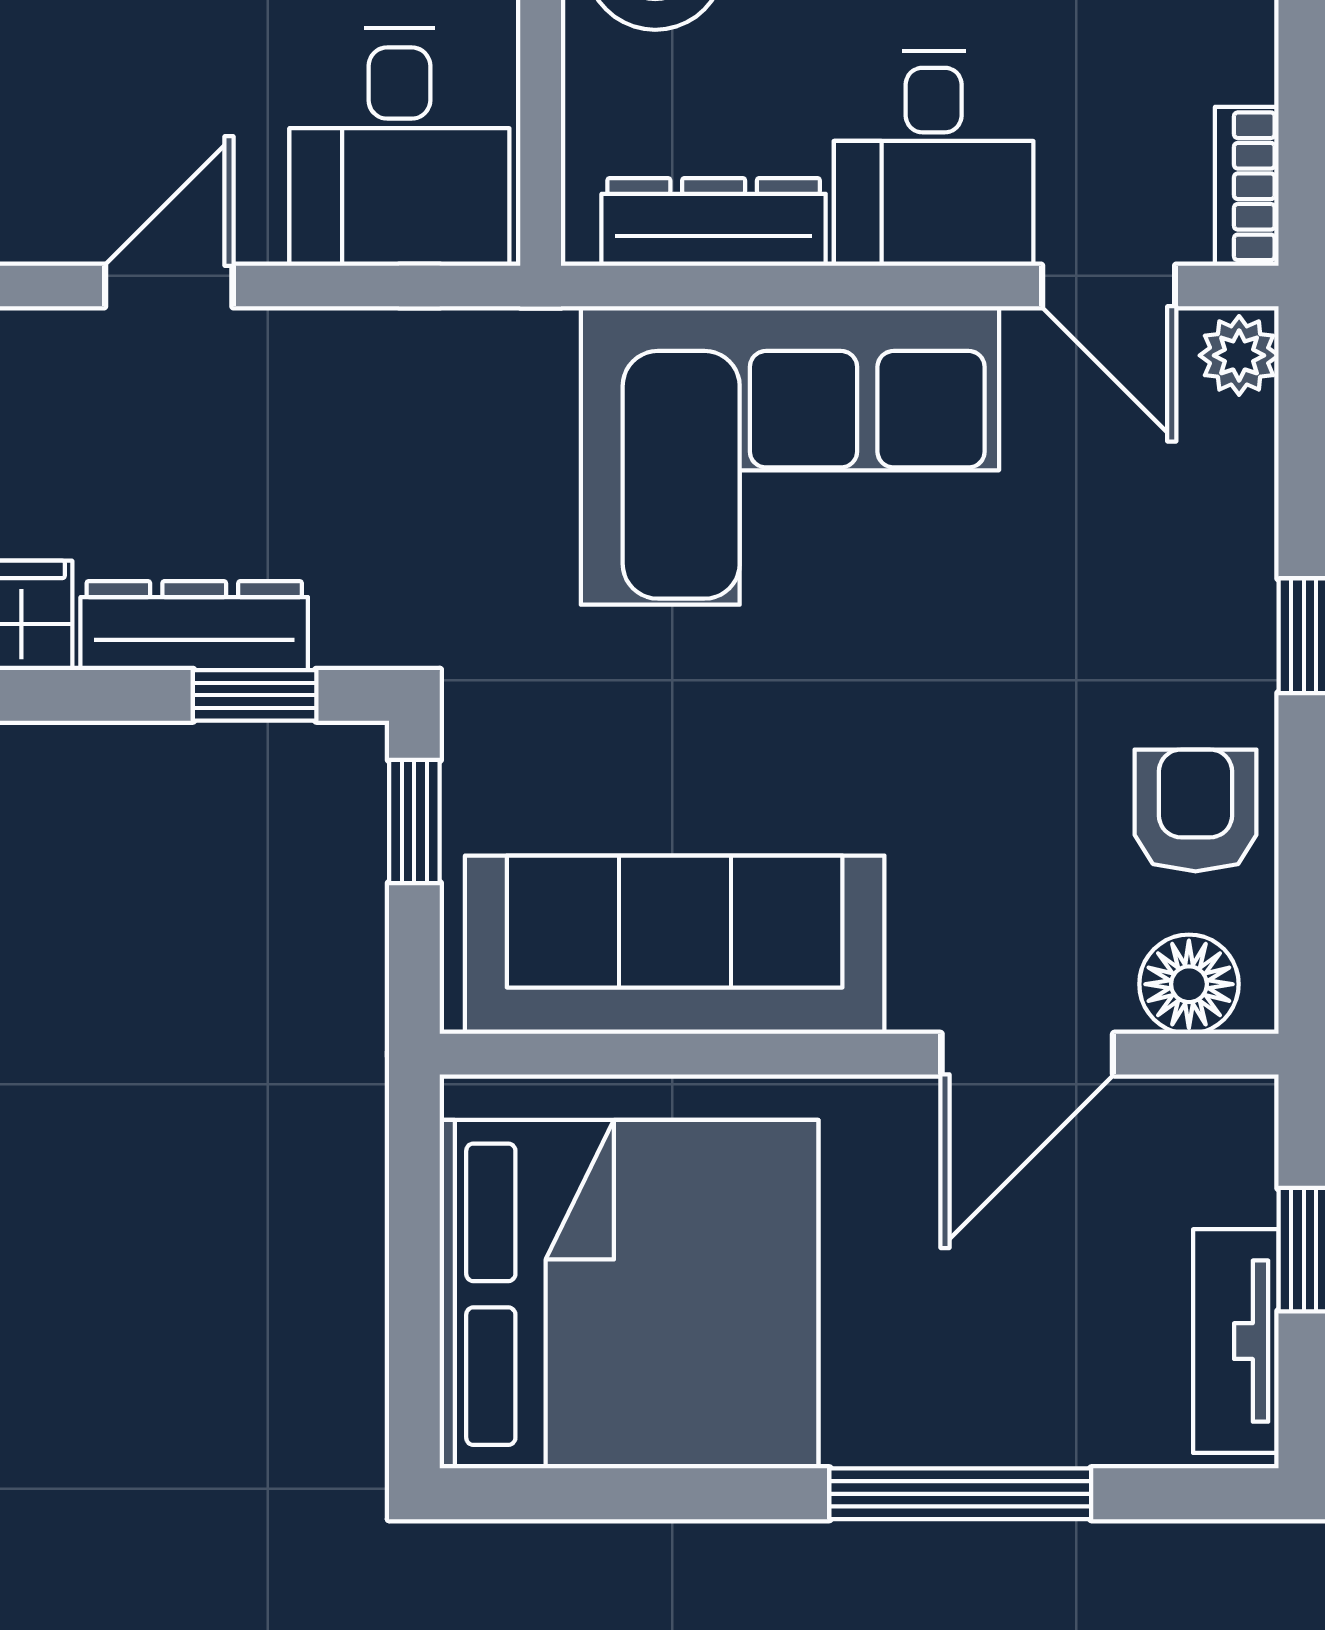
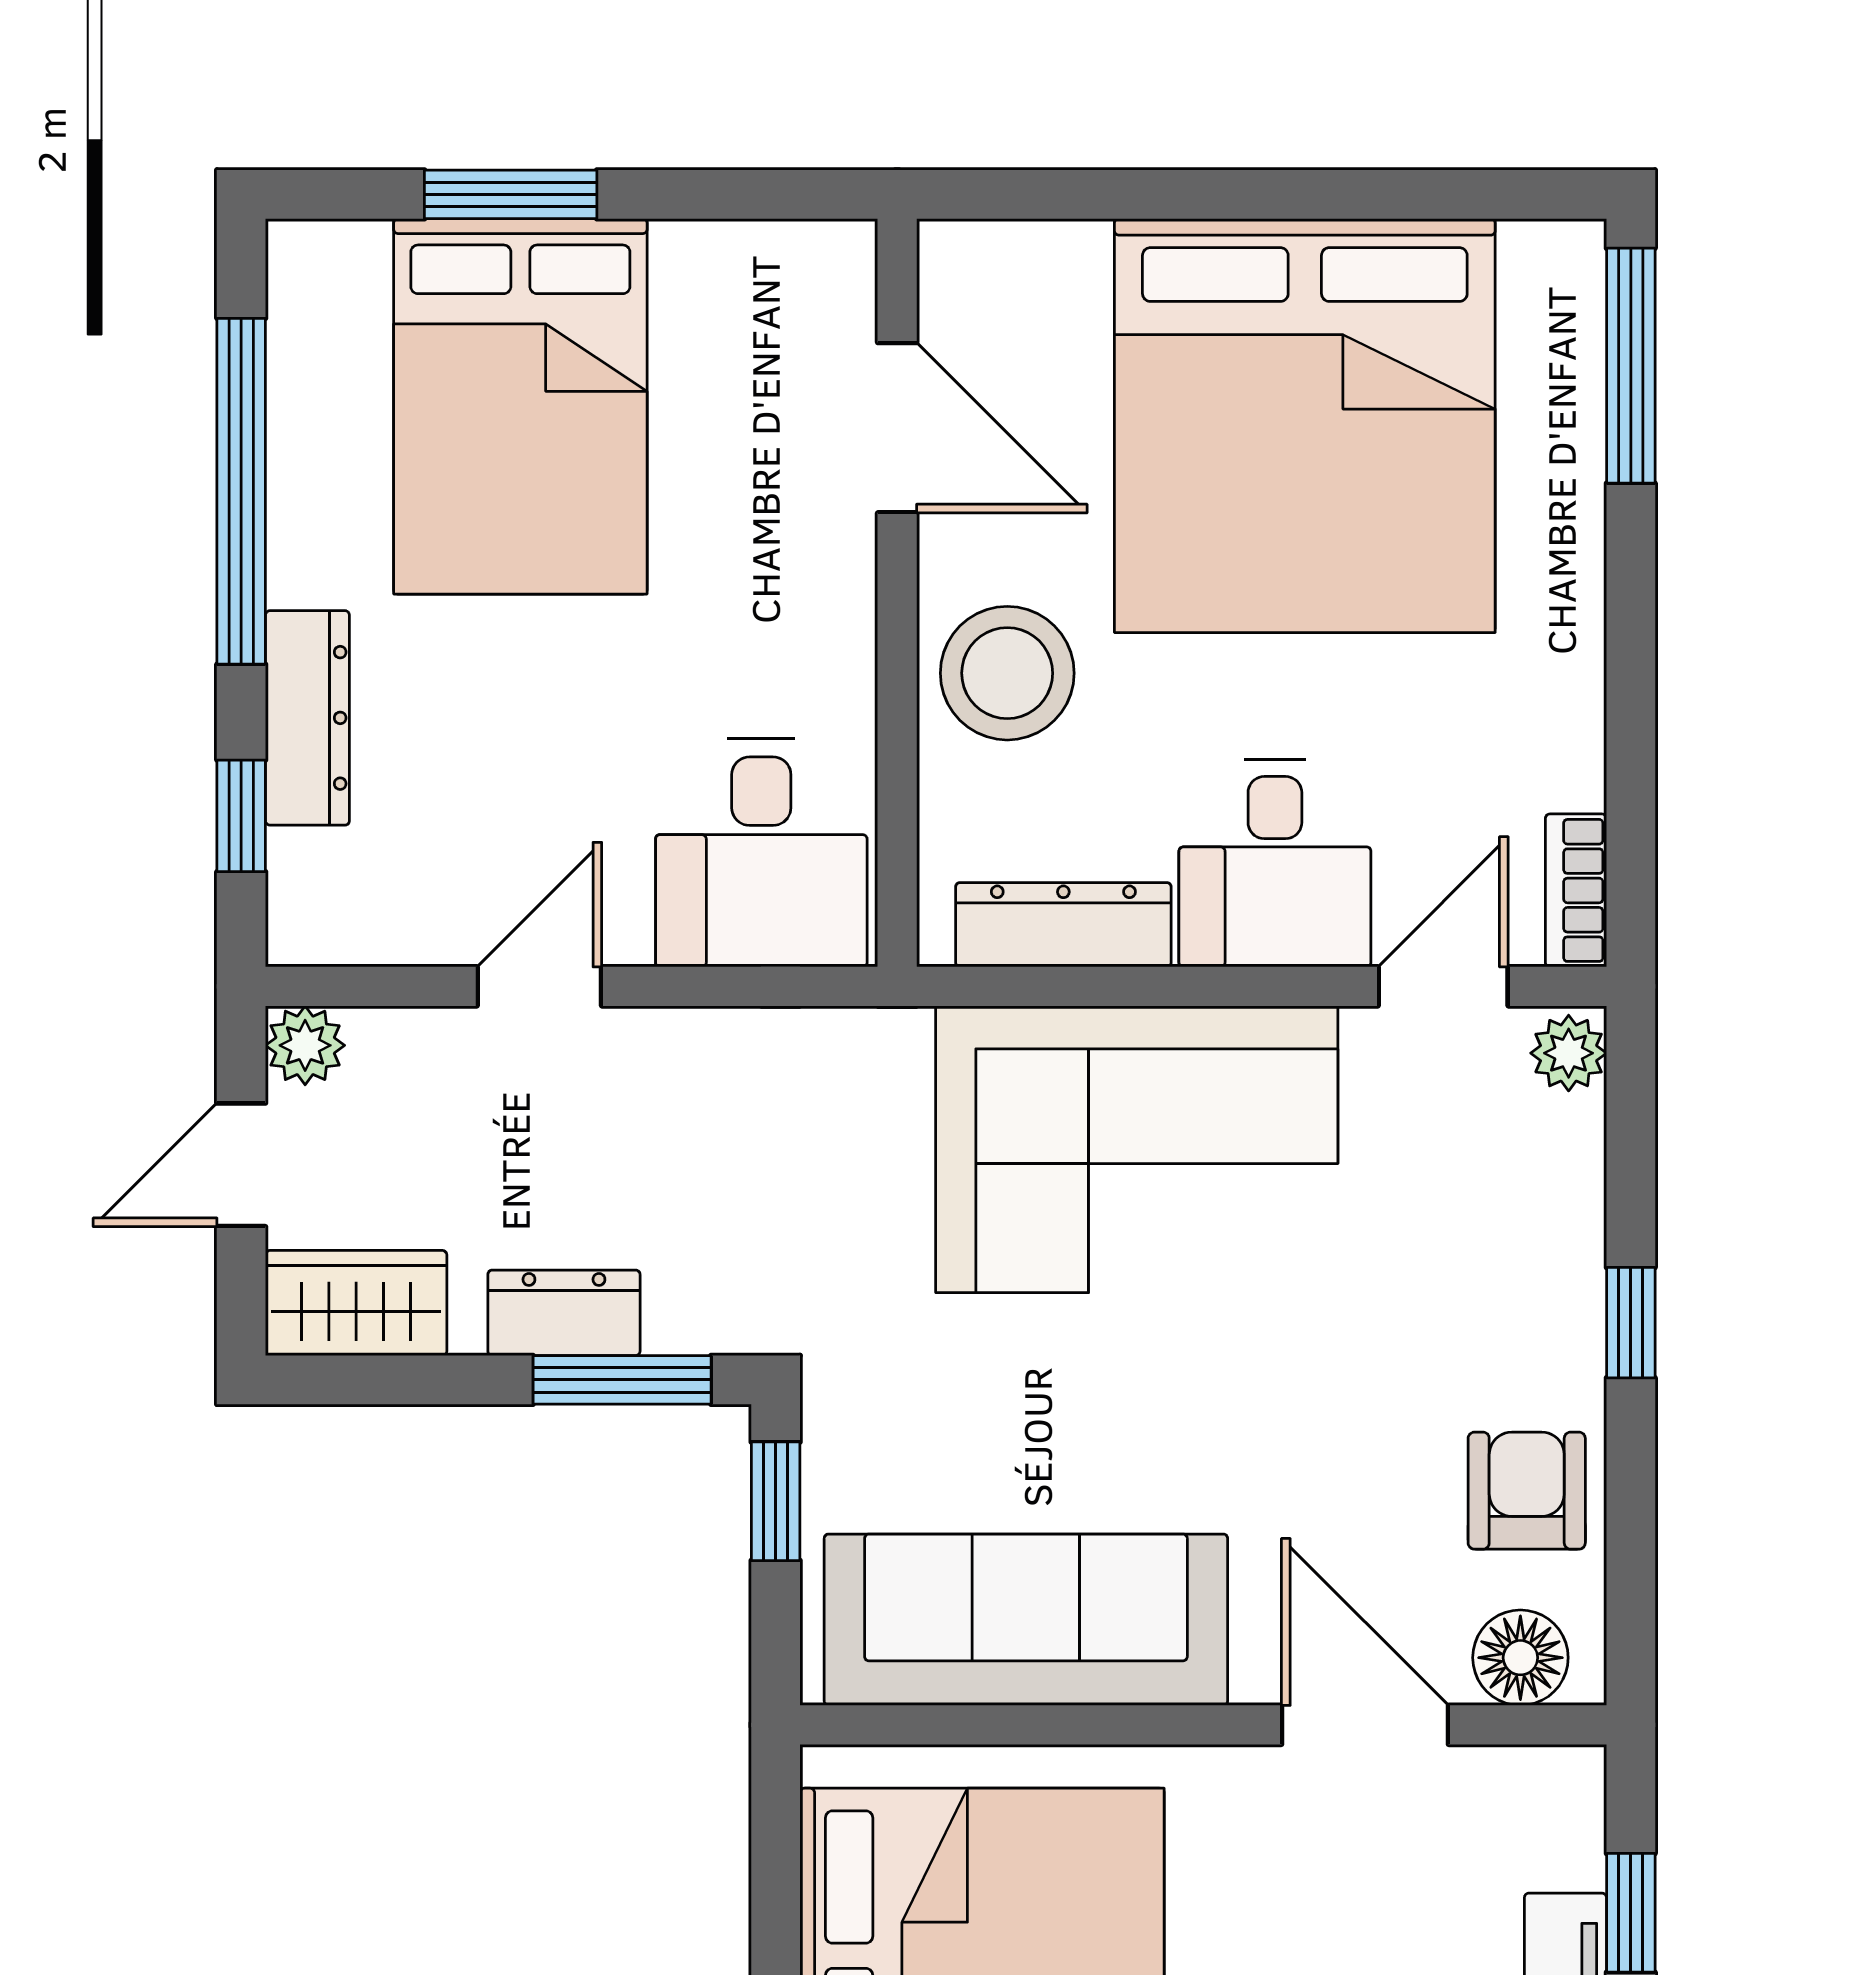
door: (1109, 286) -> (1443, 986), swing flipped
dresser: (194, 626) -> (564, 1313), width x0.70
window: (255, 695) -> (622, 1380), width x1.50
door: (1027, 1054) -> (1365, 1725), swing flipped

